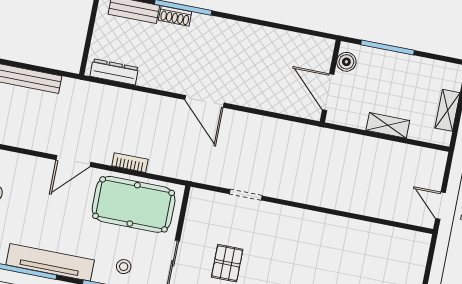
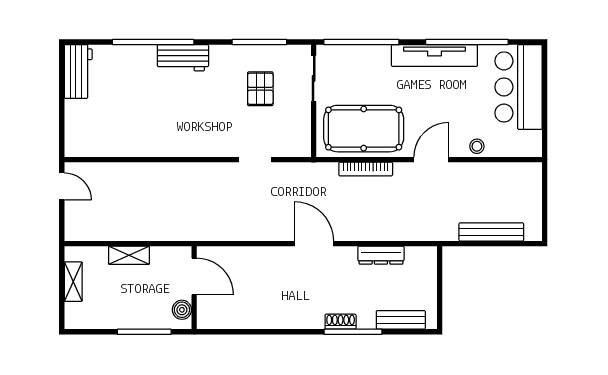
shoe rack: (175, 16) -> (341, 322), moved
dresser: (114, 72) -> (381, 255), moved
bookcase: (130, 163) -> (366, 169), width x1.56
stool: (124, 267) -> (477, 146), moved

